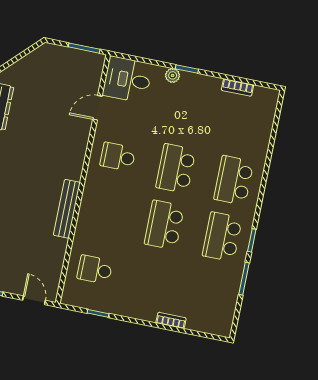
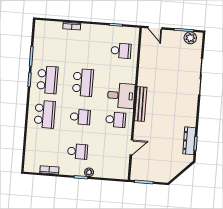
desk: (127, 80) -> (121, 96), moved
school desk: (187, 112) -> (78, 151), added
school desk: (176, 169) -> (80, 117), width x0.54
bench: (67, 209) -> (141, 104), moved

